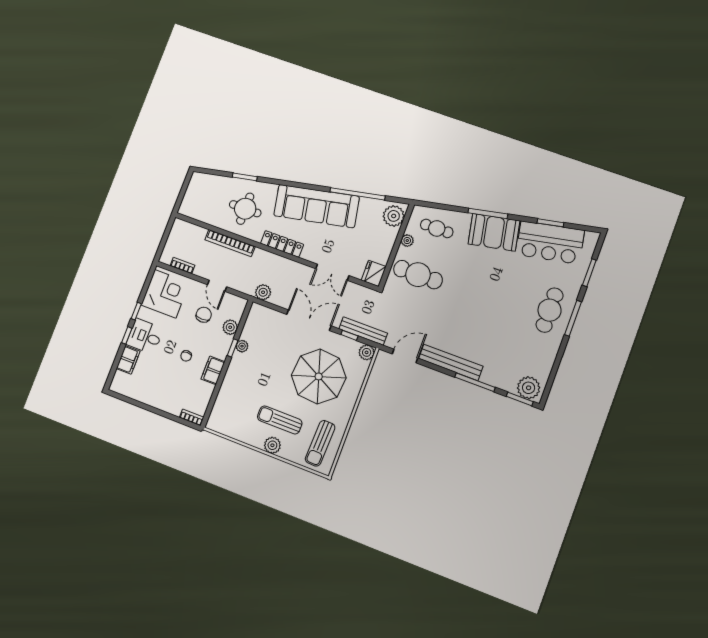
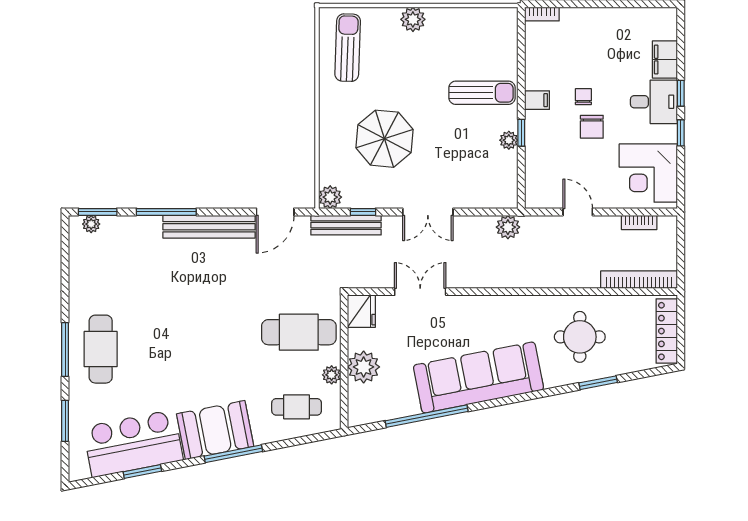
plant: (394, 216) -> (364, 367), moved
bookcase: (230, 243) -> (639, 280), moved
locker: (282, 244) -> (667, 331), moved, turned 90
chair: (204, 315) -> (592, 127), moved
double door: (309, 320) -> (428, 212), width x0.73
plant: (230, 327) -> (536, 160), removed
filing cabinet: (213, 370) -> (537, 100), width x0.50
parasol: (319, 376) -> (384, 139), width x0.73, depth x0.73
plant: (529, 388) -> (91, 224), width x0.53, depth x0.53
sun lounger: (280, 420) -> (482, 93), moved

